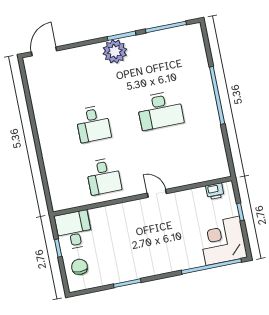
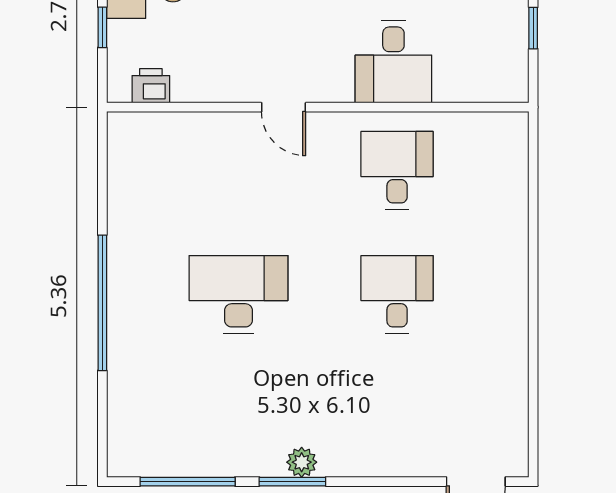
plant: (115, 51) -> (302, 462), width x0.53, depth x0.53
desk: (74, 230) -> (393, 62), moved

